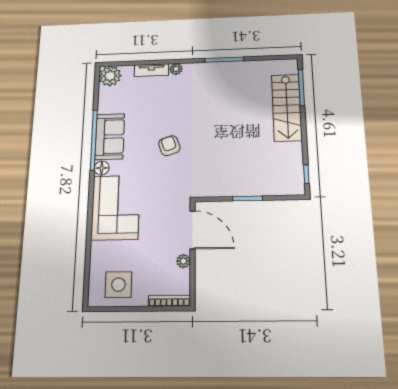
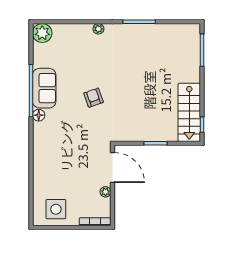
tv unit: (151, 70) -> (77, 29), removed
stairs: (287, 107) -> (189, 112), moved
corner sofa: (115, 207) -> (51, 148), removed

